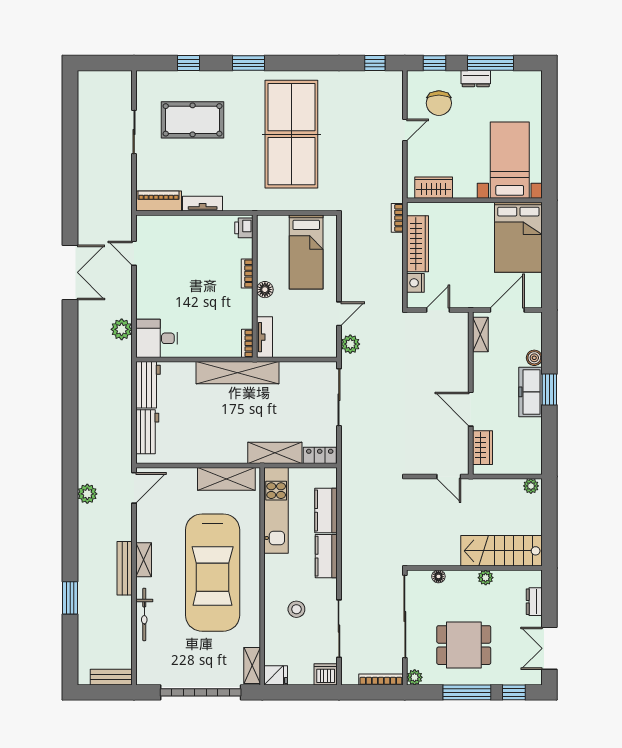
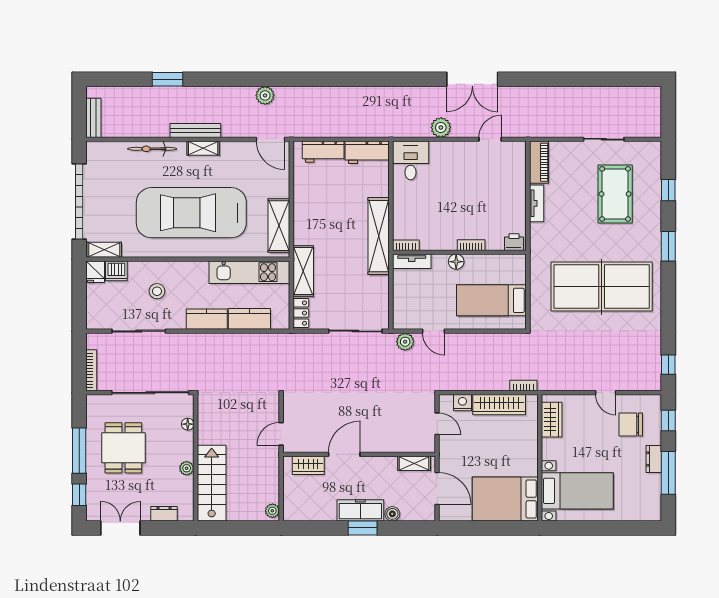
plant: (122, 329) -> (441, 127), moved
dishwasher: (326, 674) -> (116, 271), moved, turned 90
plant: (415, 677) -> (93, 402), removed

